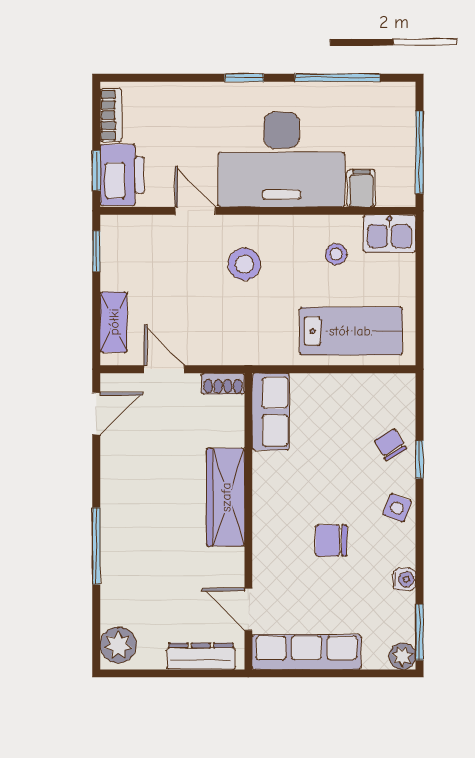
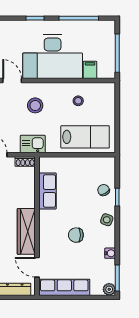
kitchen sink: (390, 234) -> (33, 144), moved, turned 180
row of seats: (271, 412) -> (47, 191), moved
wardrobe: (226, 497) -> (26, 231), moved

